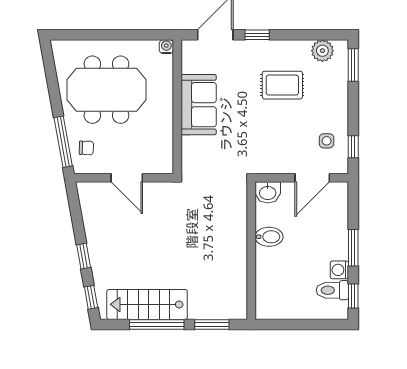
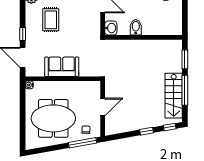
meeting table: (106, 90) -> (53, 118), turned 90

